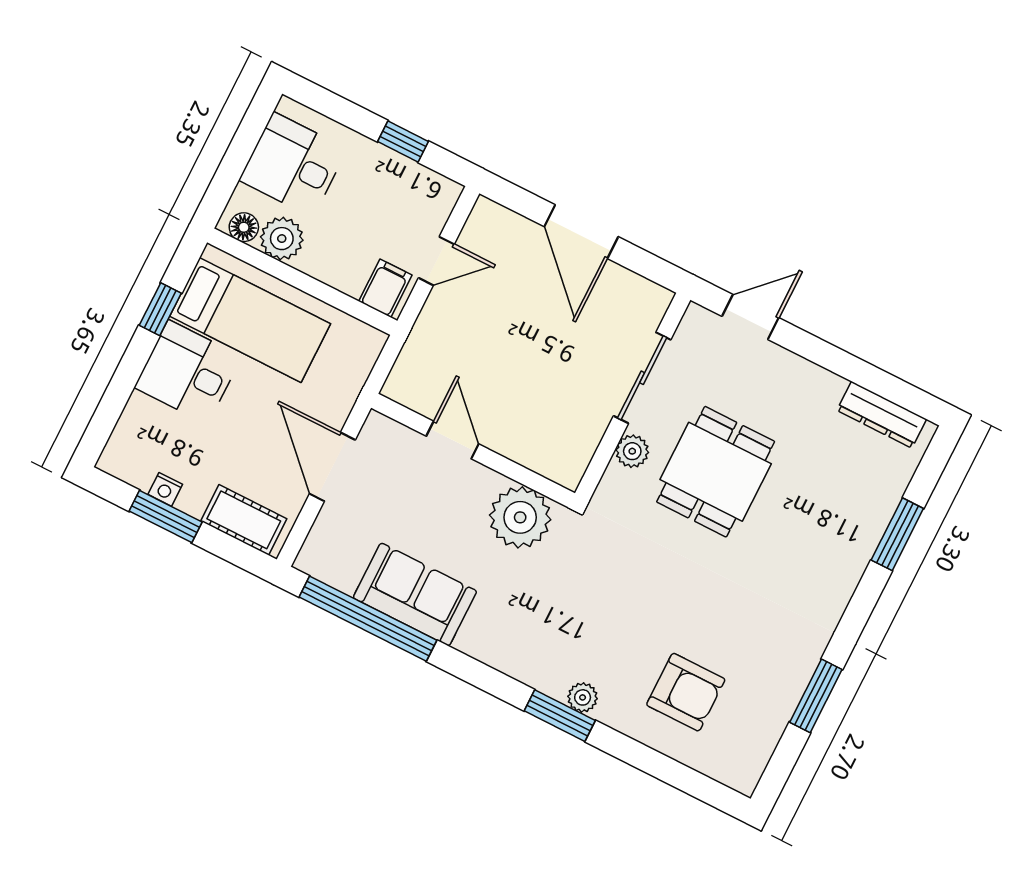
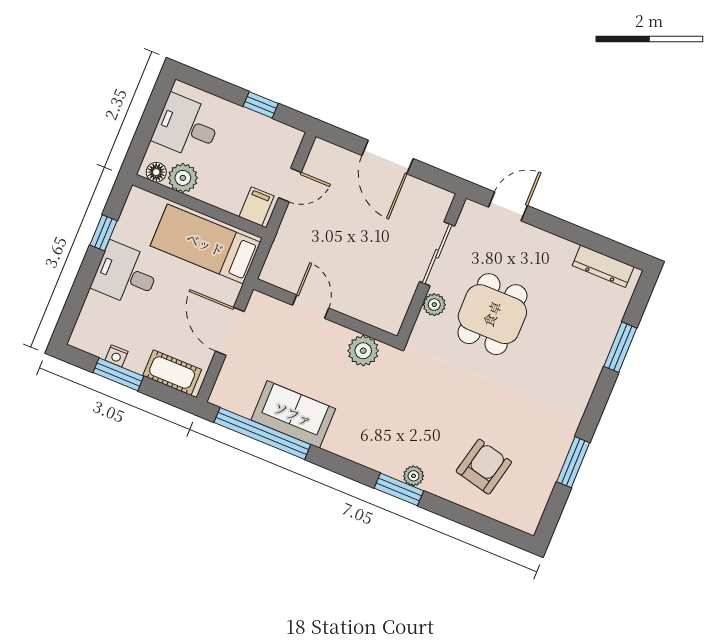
bed: (250, 320) -> (205, 244), moved, turned 180
plant: (520, 517) -> (363, 351), width x0.73, depth x0.73
armchair: (686, 692) -> (484, 467), turned -77

